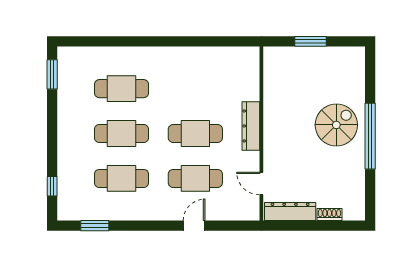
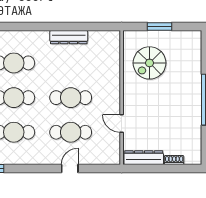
spiral stairs: (336, 125) -> (150, 63), moved, turned 180
dresser: (251, 126) -> (69, 37), moved, turned -90
door: (261, 183) -> (122, 124), moved

